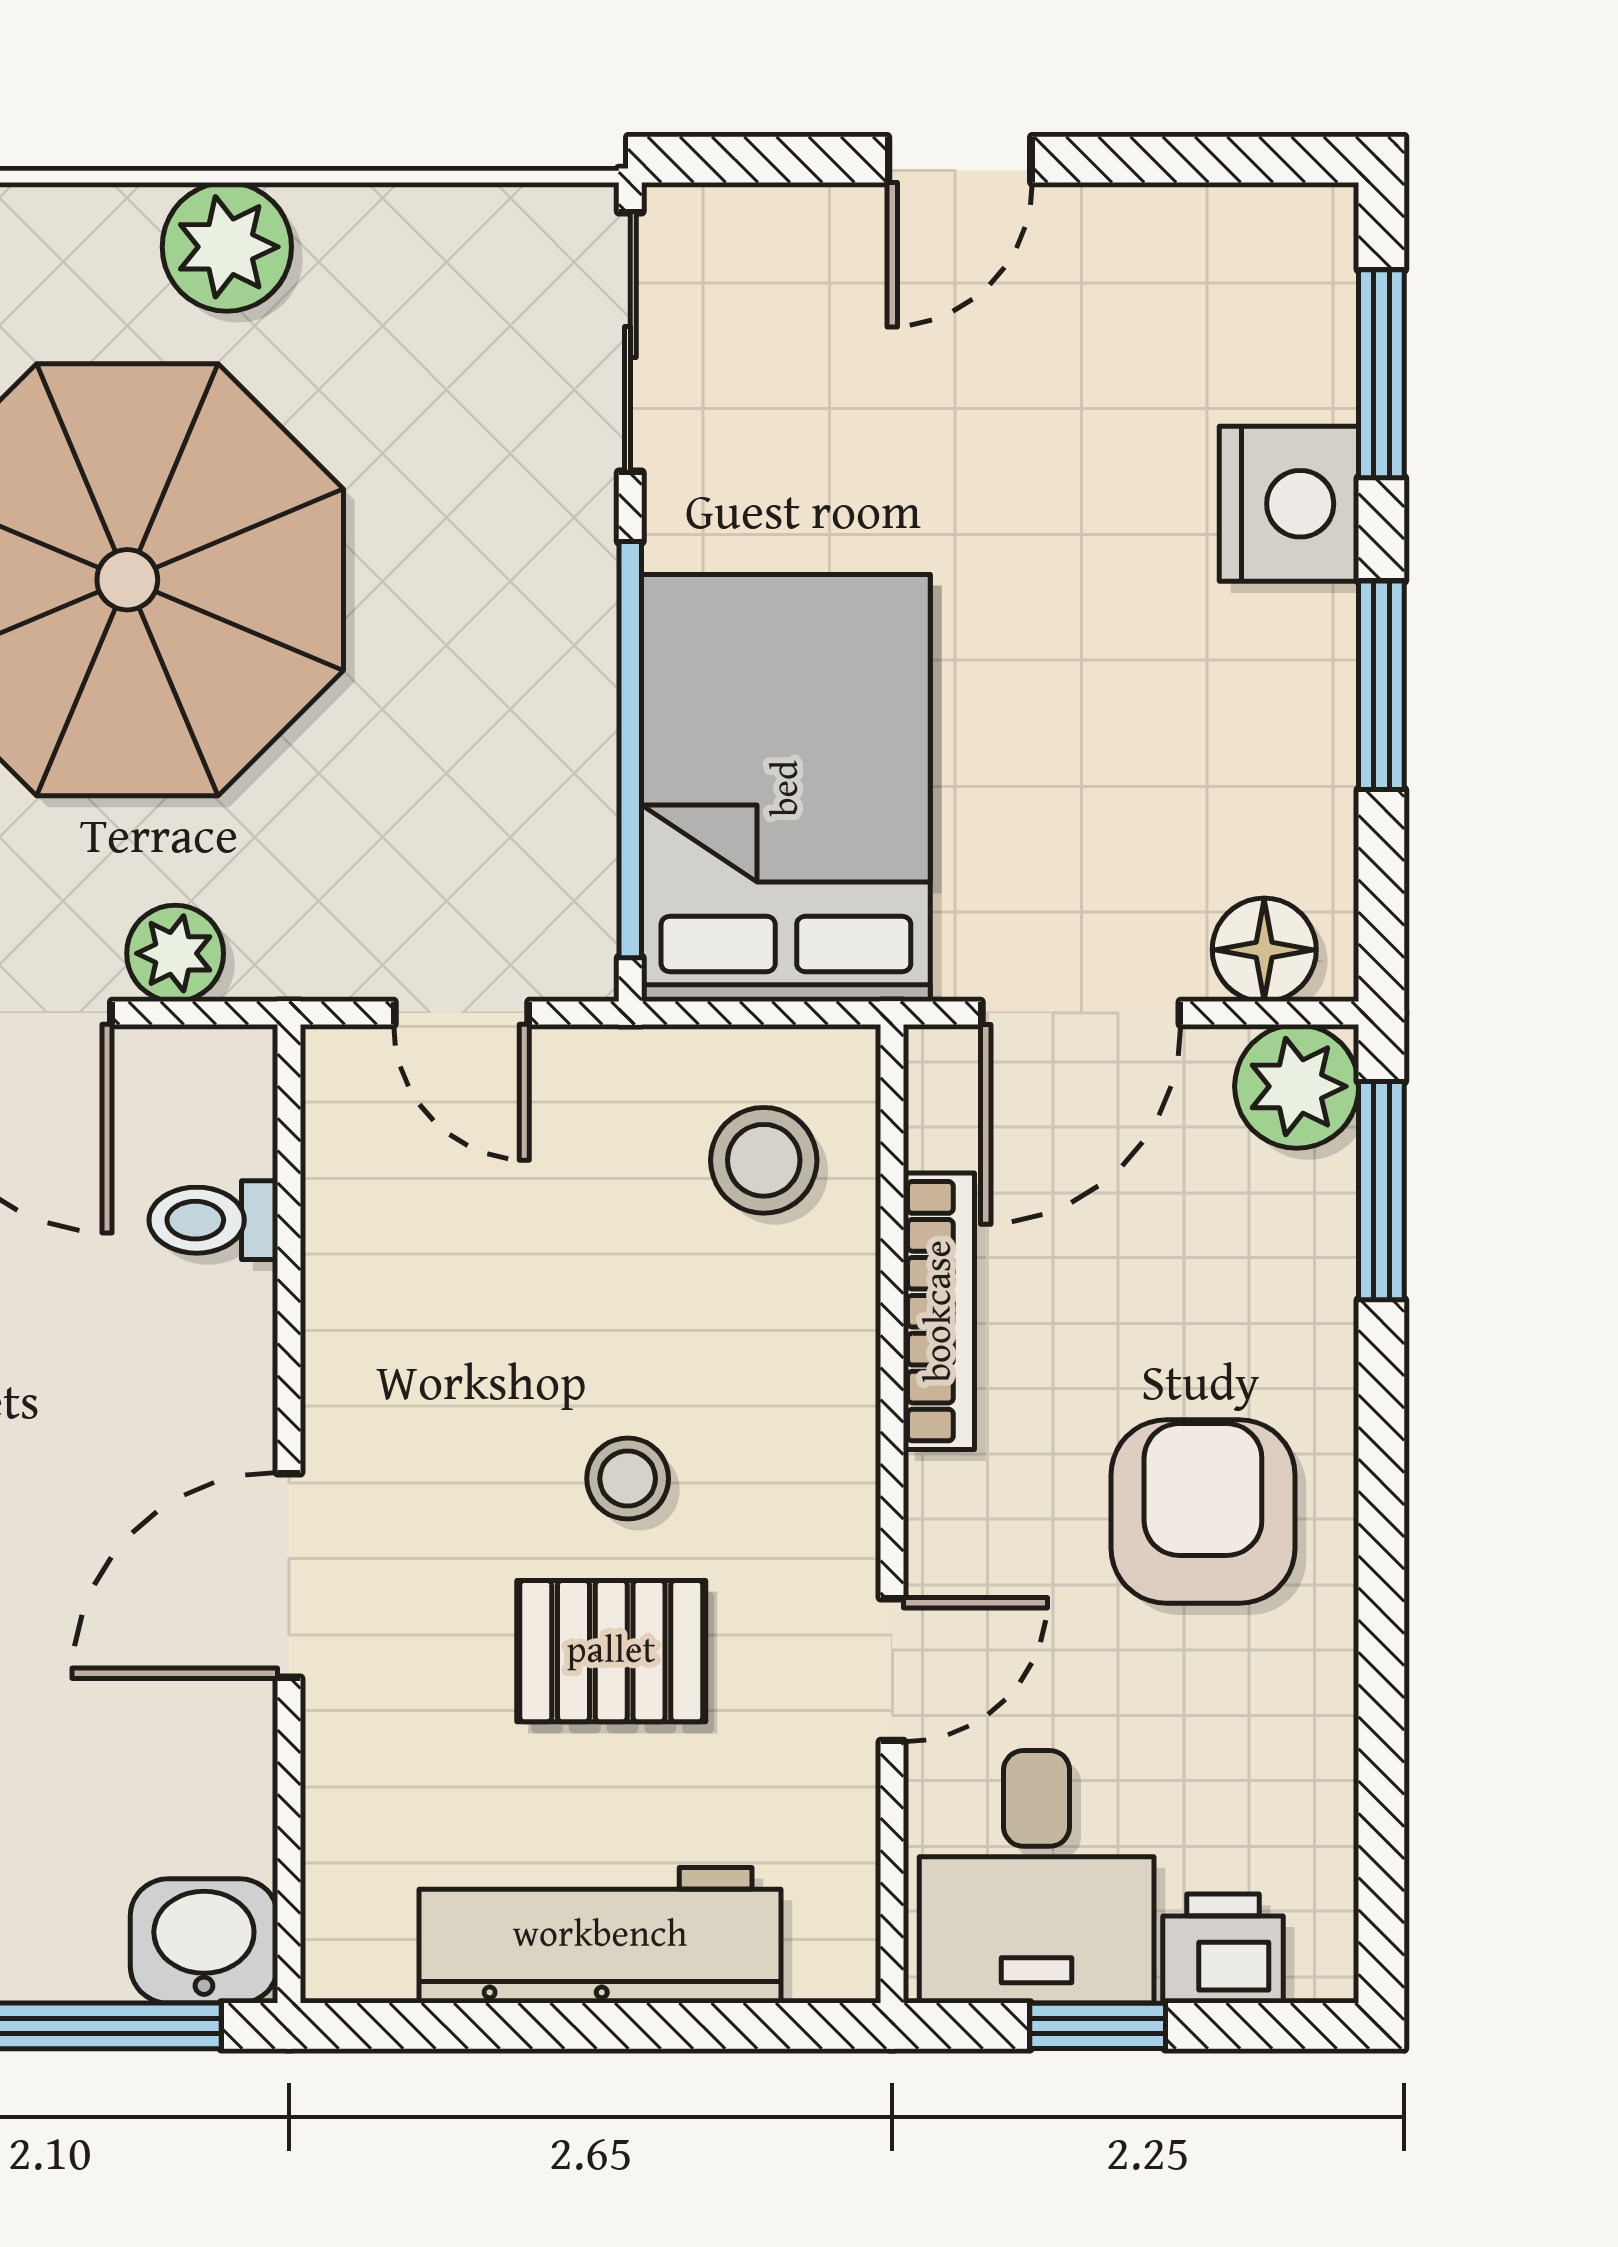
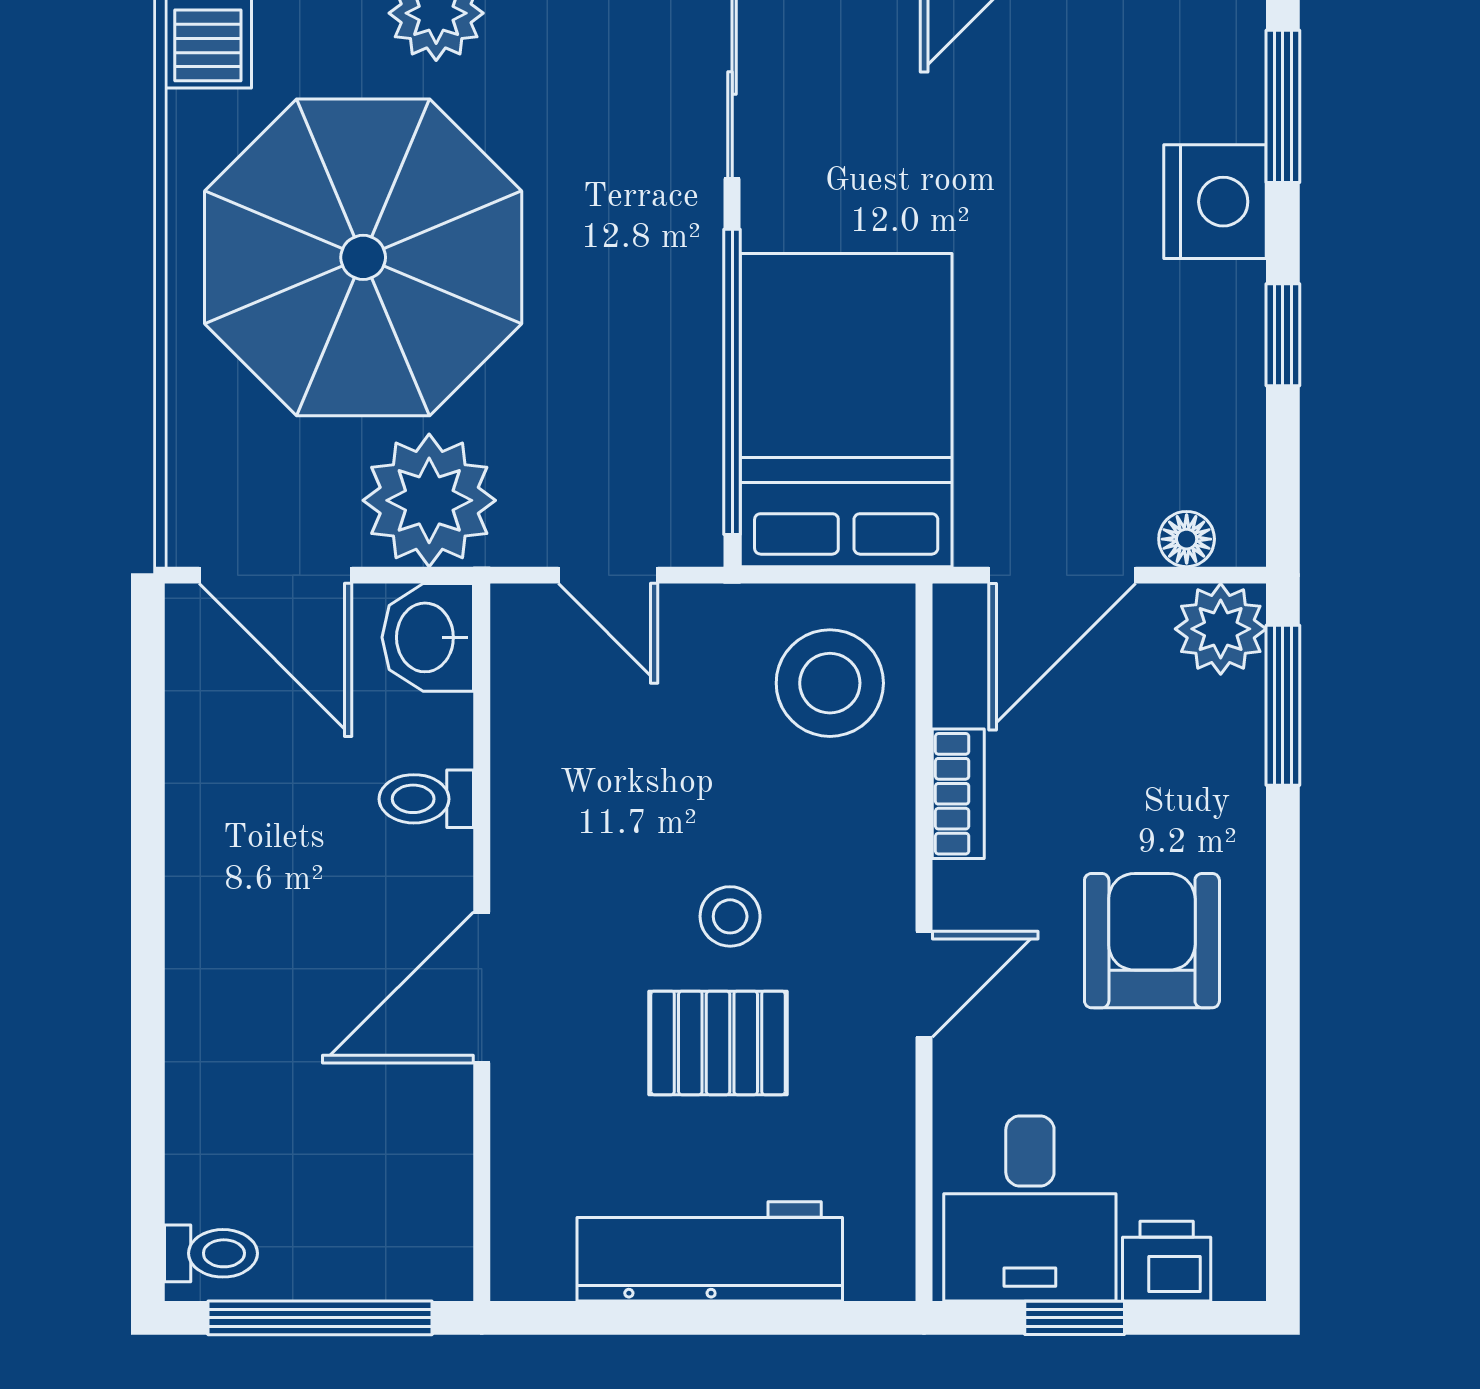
window: (1381, 685) -> (1283, 335), width x0.67
floor lamp: (1264, 950) -> (1187, 539), width x0.73, depth x0.73
plant: (175, 953) -> (429, 500), width x1.88, depth x1.88
stool: (764, 1160) -> (830, 683), width x1.38, depth x1.38
toilet: (213, 1220) -> (426, 799), moved
bookcase: (939, 1311) -> (958, 794), width x0.64
door: (892, 1670) -> (924, 984), moved
washbasin: (204, 1941) -> (428, 637), moved, turned -90

